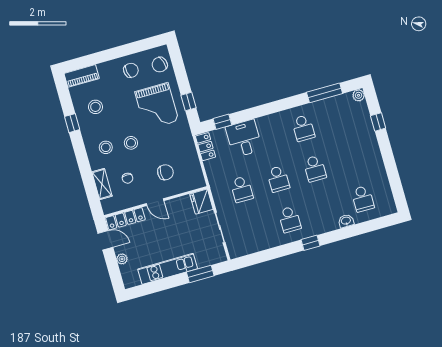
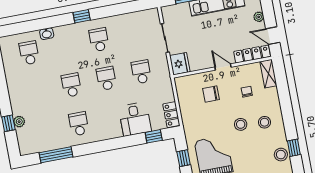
plant: (359, 95) -> (19, 122), moved
stool: (95, 107) -> (281, 155), moved
shelving: (102, 184) -> (268, 74), moved

